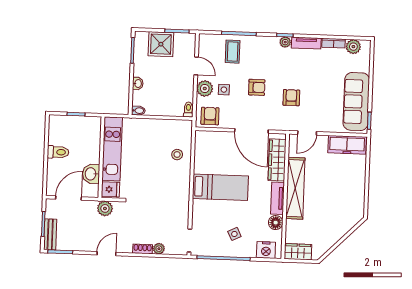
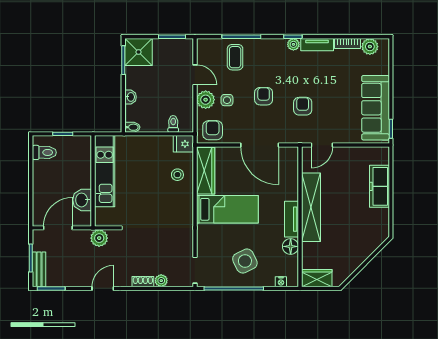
shower: (161, 44) -> (139, 52), moved
armchair: (257, 87) -> (264, 96), turned -90
toilet: (188, 109) -> (173, 124), moved
freezer: (347, 145) -> (379, 186), moved, turned 90
toilet: (58, 152) -> (44, 152), moved
wardrobe: (277, 160) -> (206, 171), moved, turned 180
fridge: (110, 189) -> (183, 144), moved, turned 180
side table: (234, 234) -> (245, 261), width x1.87, depth x1.87
nightstand: (266, 250) -> (281, 282), width x0.53, depth x0.56

